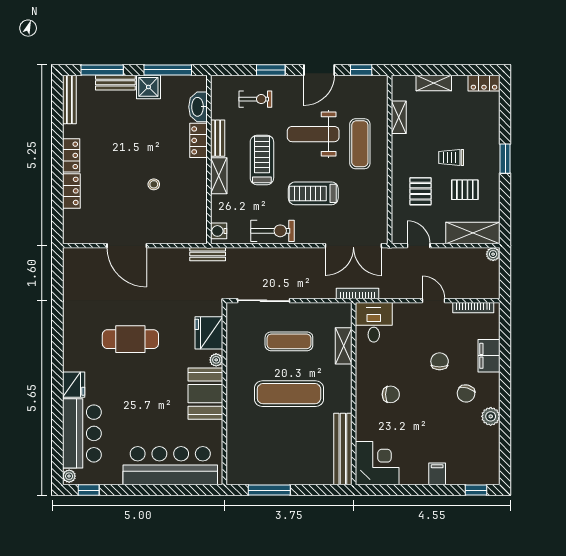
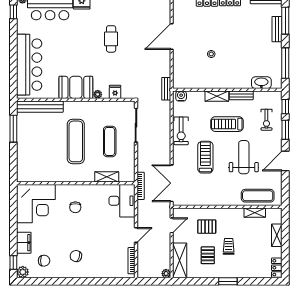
door: (319, 70) -> (285, 161), hinge flipped
window: (361, 70) -> (285, 107), moved
shower: (148, 87) -> (274, 51), removed
locker: (199, 140) -> (240, 83), removed
exercise mat: (360, 144) -> (258, 196), moved
treadmill: (262, 160) -> (227, 124), turned 180
desk: (374, 322) -> (122, 201), width x1.37
fridge: (209, 333) -> (115, 92), width x0.53, depth x0.75
cafe table: (130, 339) -> (111, 39), width x0.73, depth x0.74
filing cabinet: (489, 356) -> (100, 271), removed
chair: (440, 361) -> (44, 261), moved
plant: (491, 416) -> (23, 272), moved
bench: (343, 449) -> (40, 107), moved
corner desk: (377, 463) -> (36, 204), width x1.36, depth x1.36
filing cabinet: (437, 474) -> (24, 243), width x2.00

